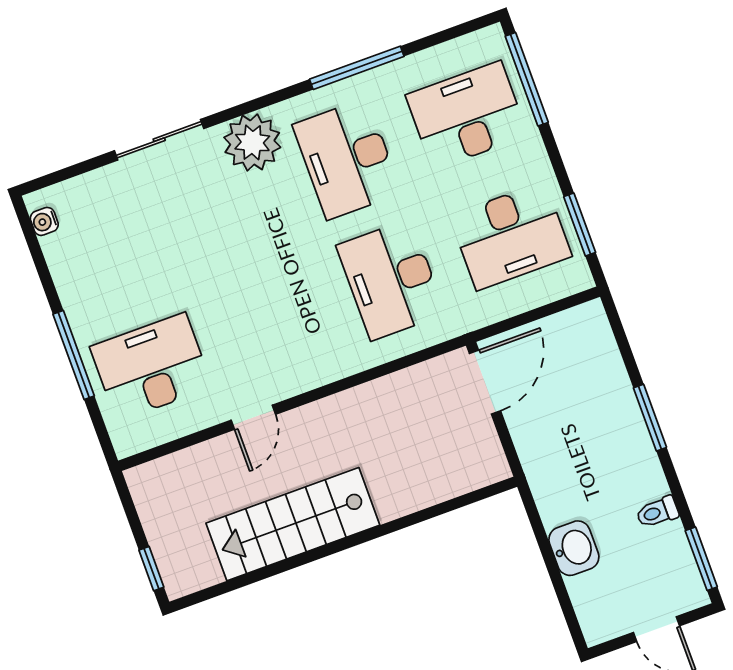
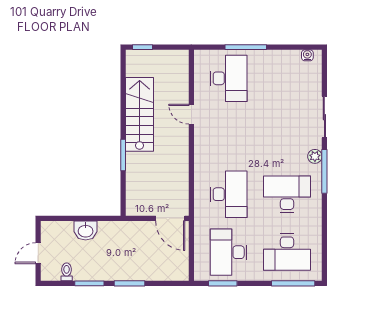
window: (357, 68) -> (324, 171), moved
desk: (467, 115) -> (287, 252), turned 90
plant: (252, 142) -> (315, 156), width x0.53, depth x0.53
desk: (391, 280) -> (229, 194), turned 90
toilet: (657, 512) -> (67, 272), moved
window: (389, 528) -> (123, 155), added
window: (701, 559) -> (89, 283), moved

